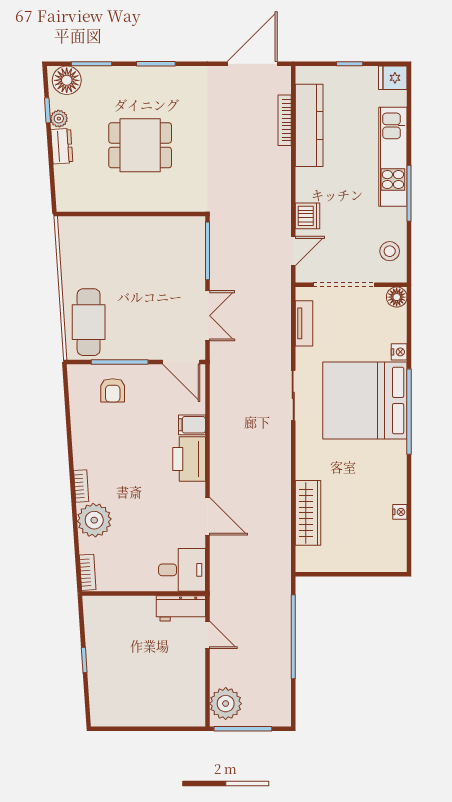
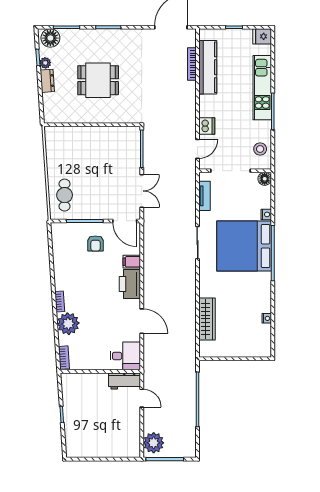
cafe table: (89, 322) -> (65, 195), width x0.73, depth x0.74
armchair: (113, 390) -> (95, 243), moved

